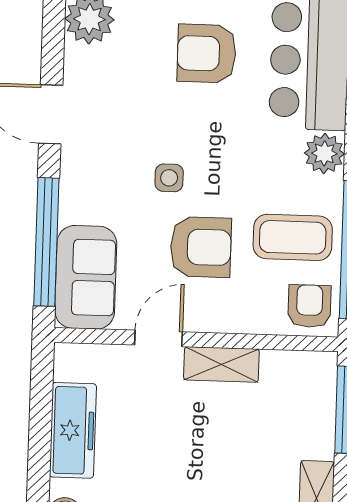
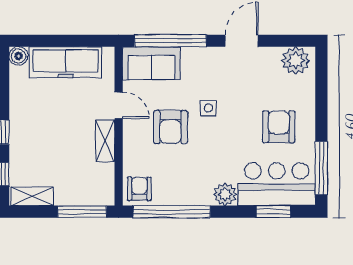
coffee table: (293, 237) -> (177, 178), removed
armchair: (309, 306) -> (139, 189), turned -90
freezer: (73, 430) -> (66, 62), width x1.36, depth x1.26

